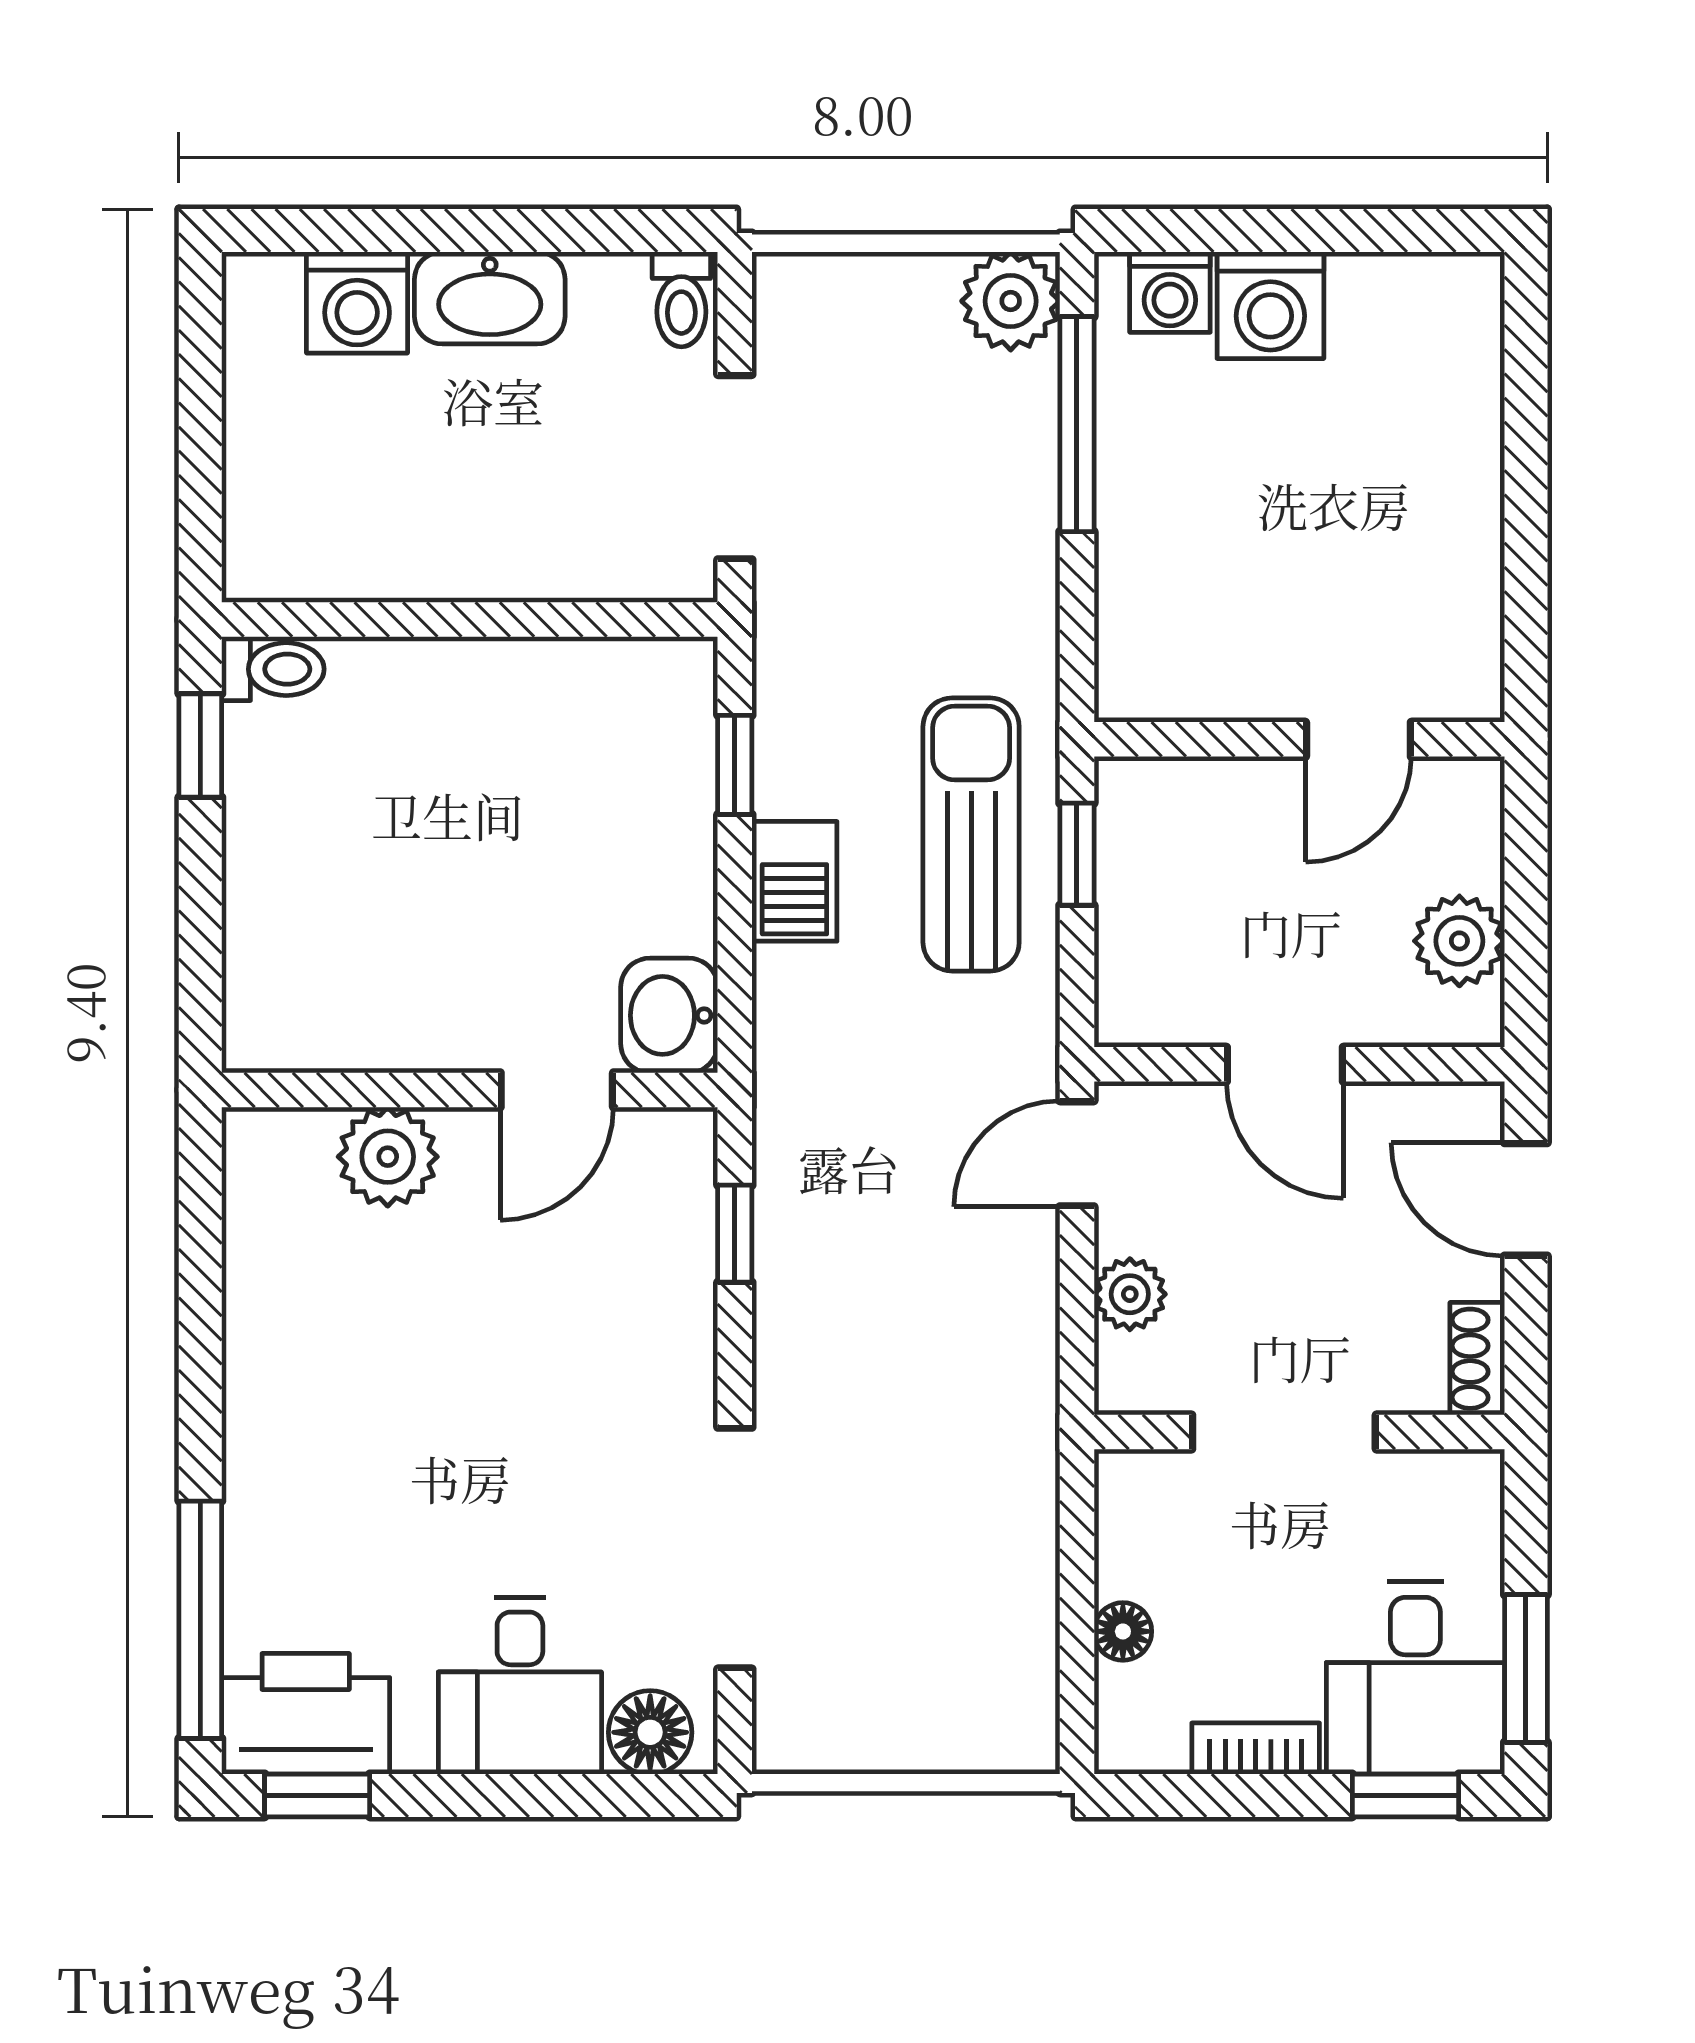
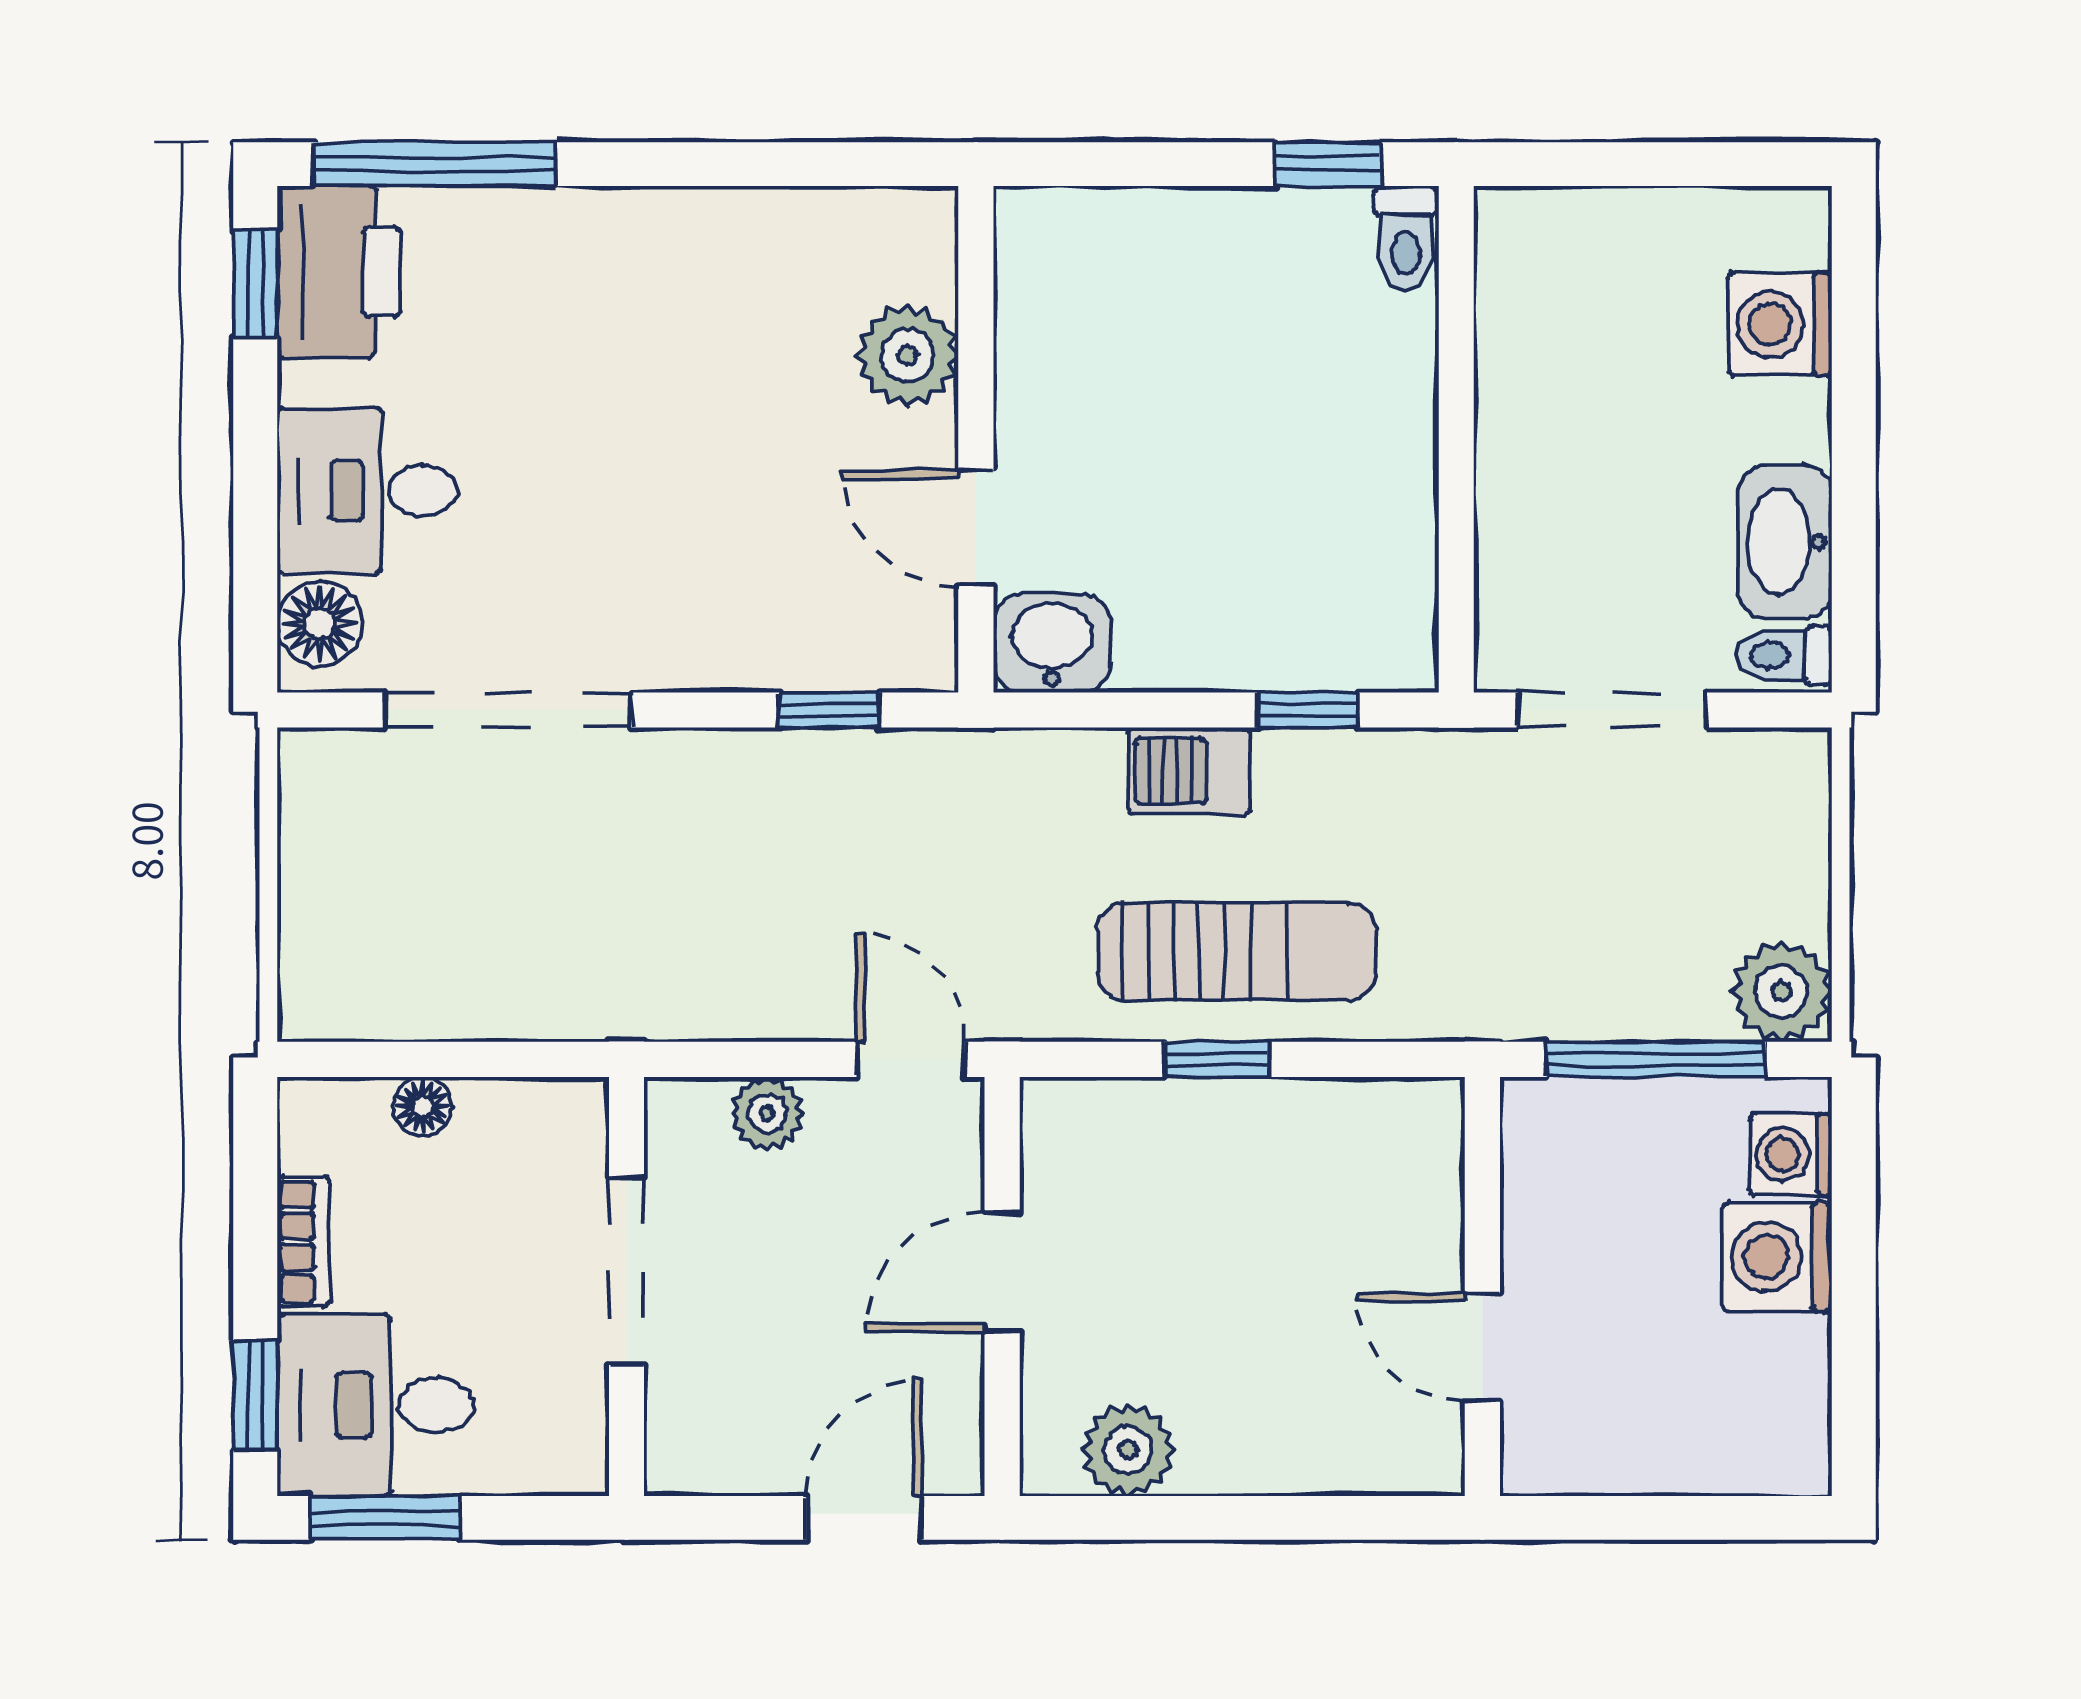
washbasin: (490, 298) -> (1785, 542), moved
wall: (1299, 739) -> (1482, 1286), moved
door: (1358, 739) -> (1482, 1347), moved
shoe rack: (1477, 1359) -> (701, 1468), removed

